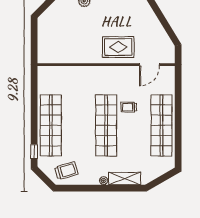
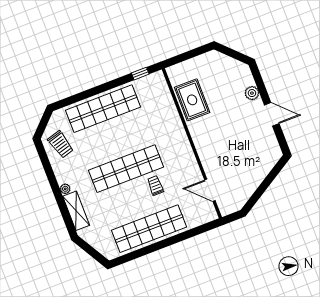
rug: (118, 47) -> (192, 100), moved
window: (34, 152) -> (140, 74), moved

